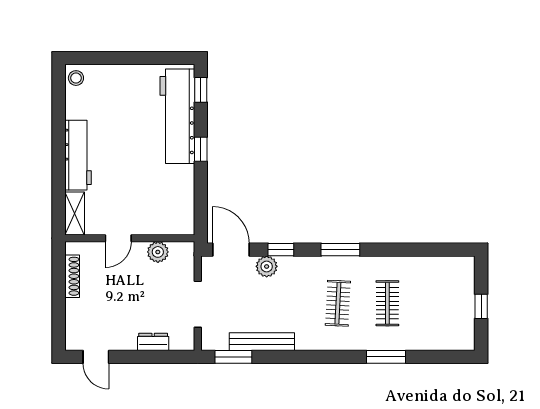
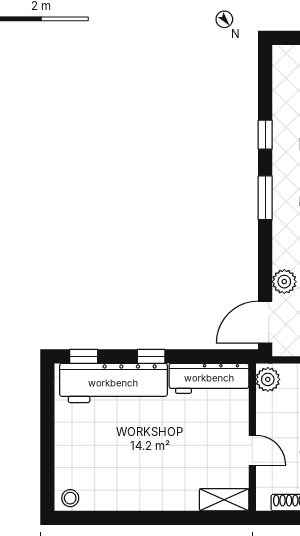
workbench: (78, 155) -> (209, 378), moved, turned 180
window: (281, 250) -> (265, 135), moved
plant: (158, 252) -> (268, 379), moved

